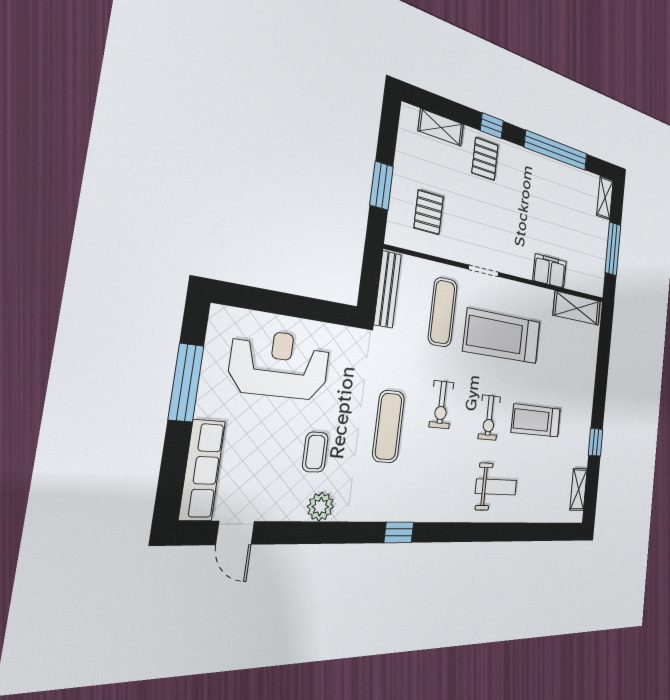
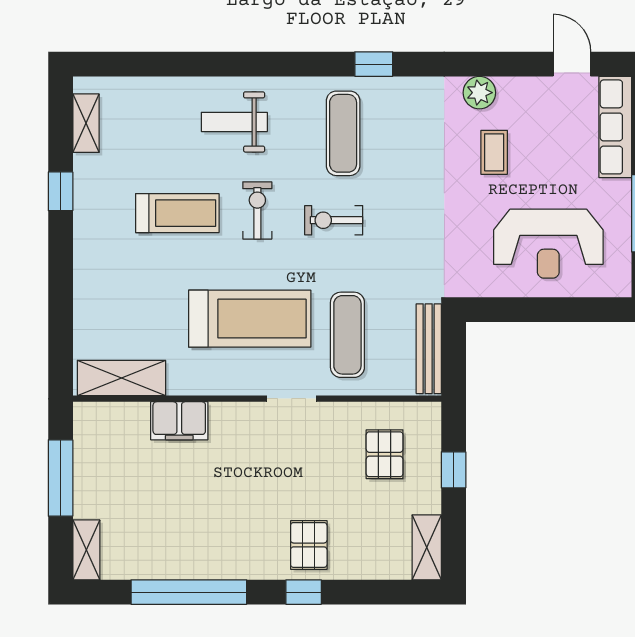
shelving: (441, 127) -> (427, 547), moved, turned 90
window: (382, 186) -> (454, 470), width x0.67
exercise bike: (441, 405) -> (334, 220), turned -90
exercise mat: (389, 426) -> (343, 133), moved

